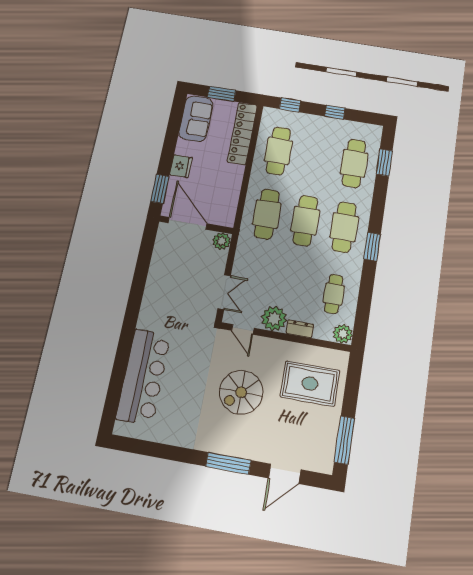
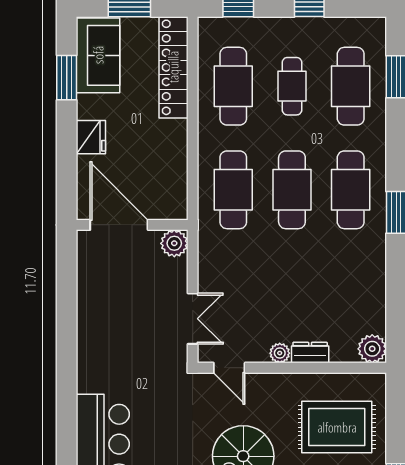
window: (160, 189) -> (67, 78), moved
cafe table: (334, 294) -> (292, 86), moved
plant: (274, 319) -> (280, 353), width x0.53, depth x0.53

